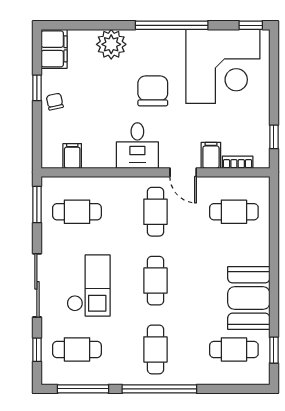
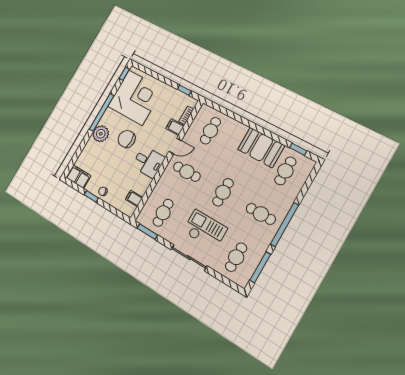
plant: (111, 44) -> (101, 134), moved
cafe table: (155, 281) -> (223, 192), turned 90
window: (37, 350) -> (224, 279), removed

